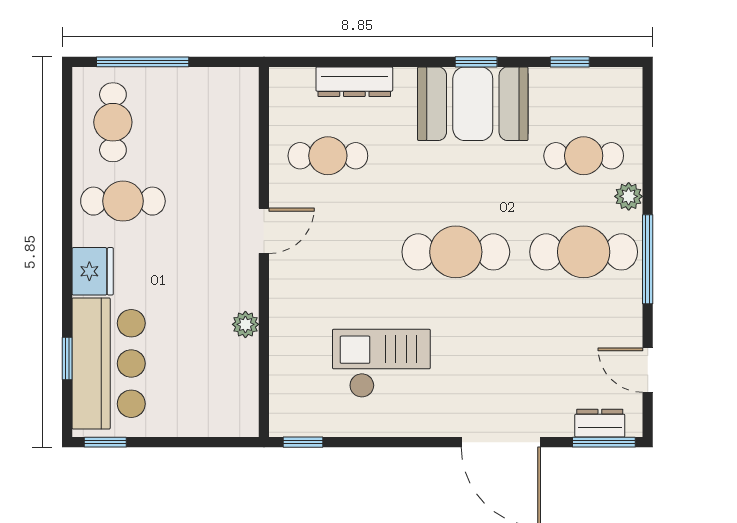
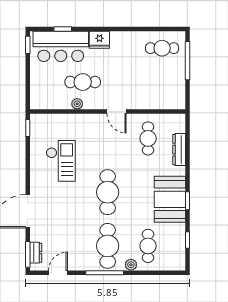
cafe table: (123, 201) -> (83, 82), moved, turned 90

